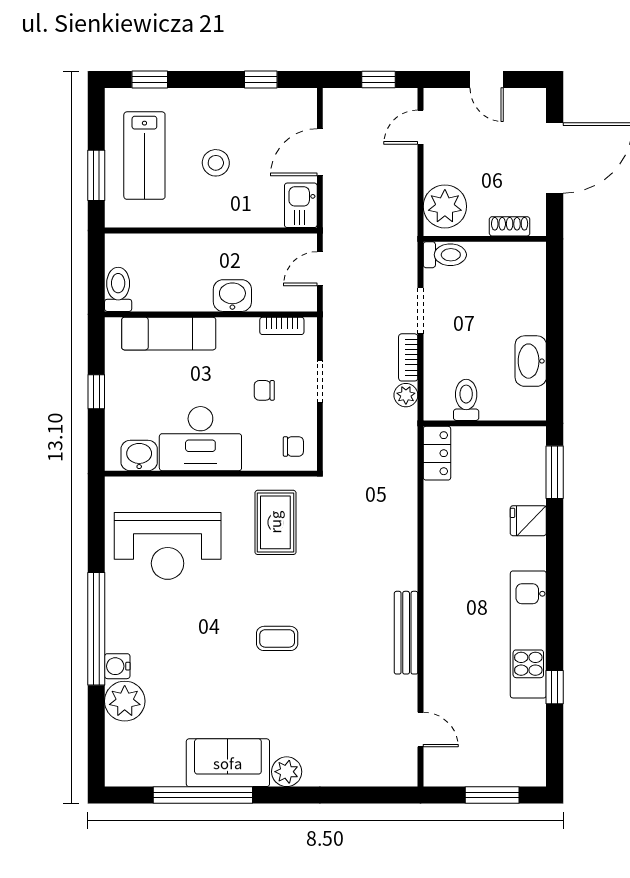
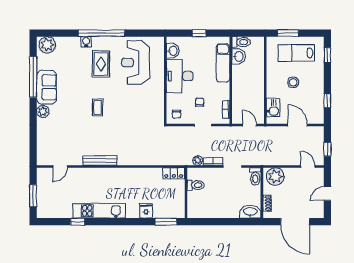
kitchen sink: (301, 205) -> (273, 107), moved, turned 90
washbasin: (232, 296) -> (239, 56), moved
washbasin: (531, 361) -> (250, 212), moved
rug: (275, 522) -> (101, 64), moved, turned 90
plant: (125, 701) -> (47, 45), moved

